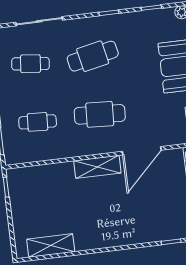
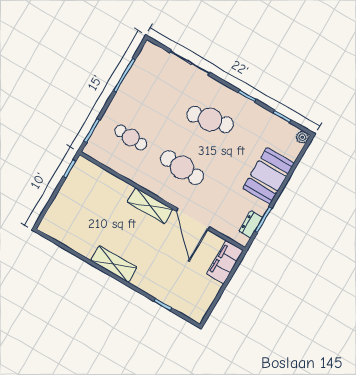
cafe table: (30, 64) -> (159, 90), removed
door: (142, 151) -> (193, 219), hinge flipped
shelving: (51, 245) -> (114, 264), moved

